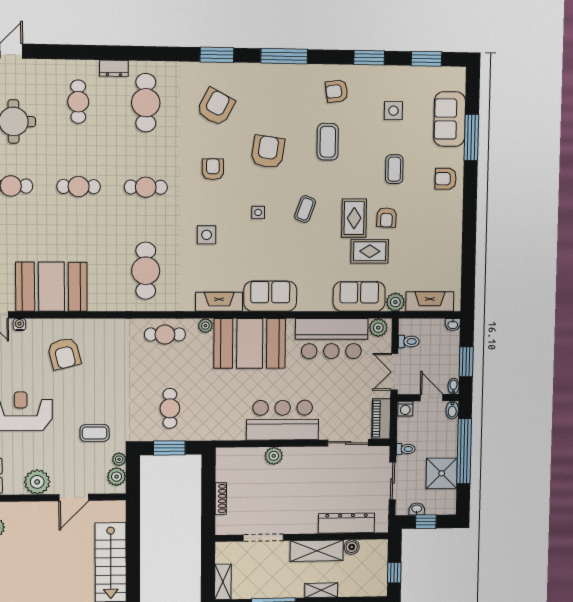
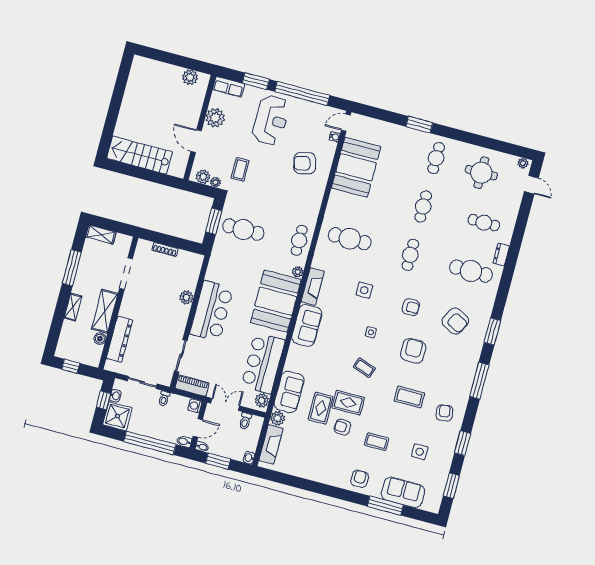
armchair: (268, 152) -> (413, 351), turned -98
cafe table: (170, 408) -> (243, 230), width x1.37, depth x1.35
shower: (442, 473) -> (117, 416), moved

